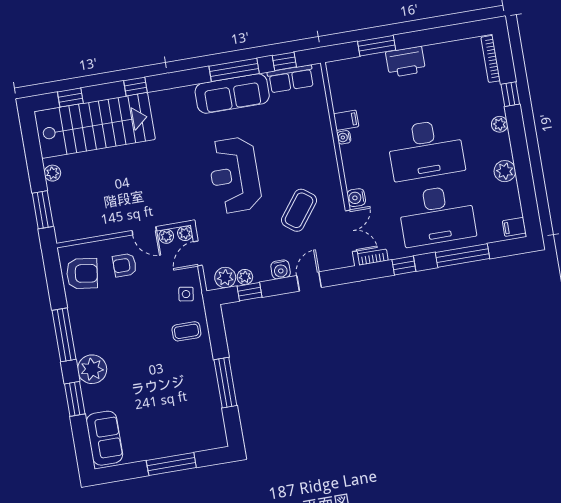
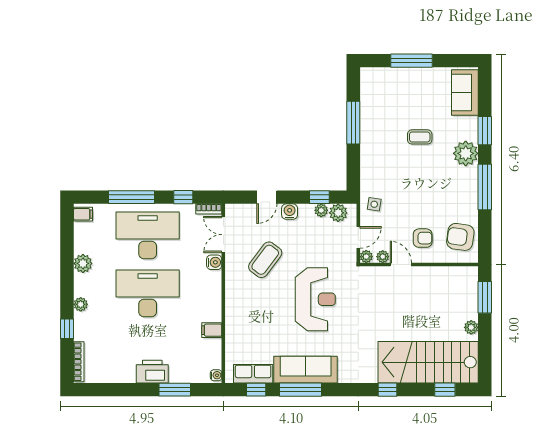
water cooler: (344, 137) -> (216, 375), moved
coffee table: (186, 331) -> (420, 137), moved

